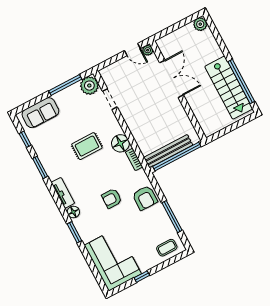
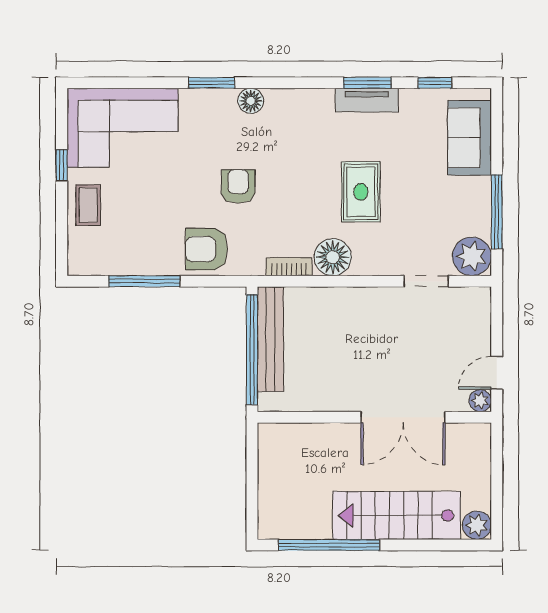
stairs: (229, 88) -> (397, 515), moved
tv unit: (63, 193) -> (367, 100), moved
coffee table: (167, 248) -> (88, 205), moved

